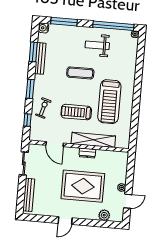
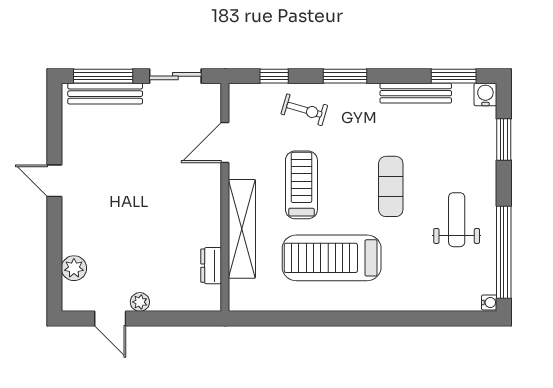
window: (64, 22) -> (504, 140), width x0.69
window: (33, 52) -> (454, 76), moved
dresser: (87, 153) -> (211, 266), moved
rug: (83, 186) -> (135, 214), removed
window: (21, 195) -> (103, 76), added

